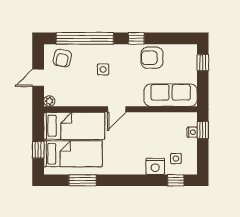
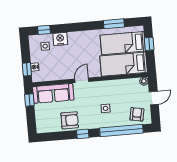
window: (203, 63) -> (29, 100), moved
door: (117, 109) -> (82, 80), moved

